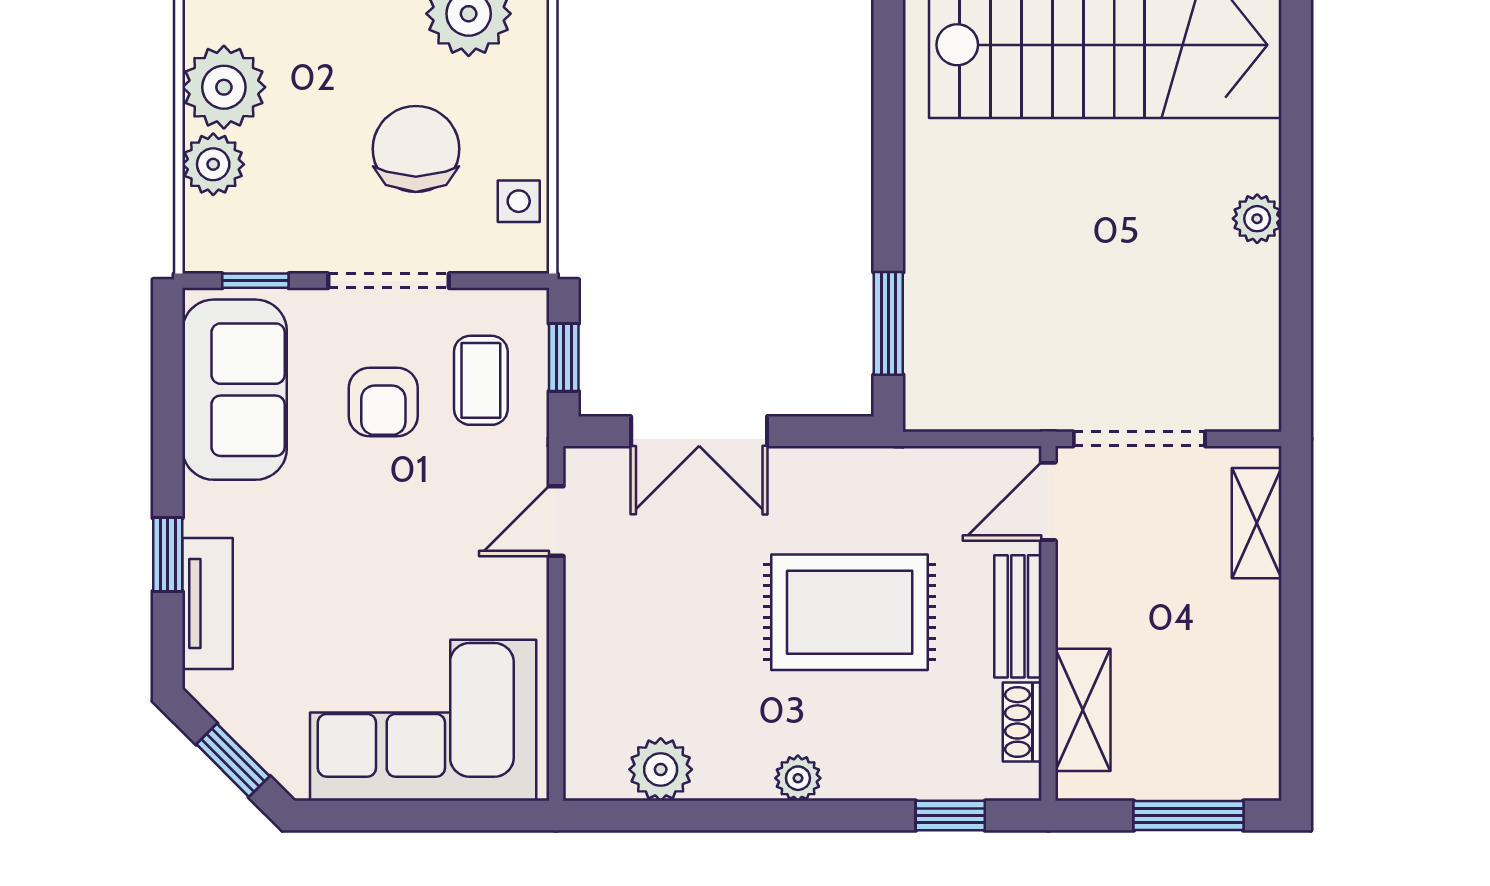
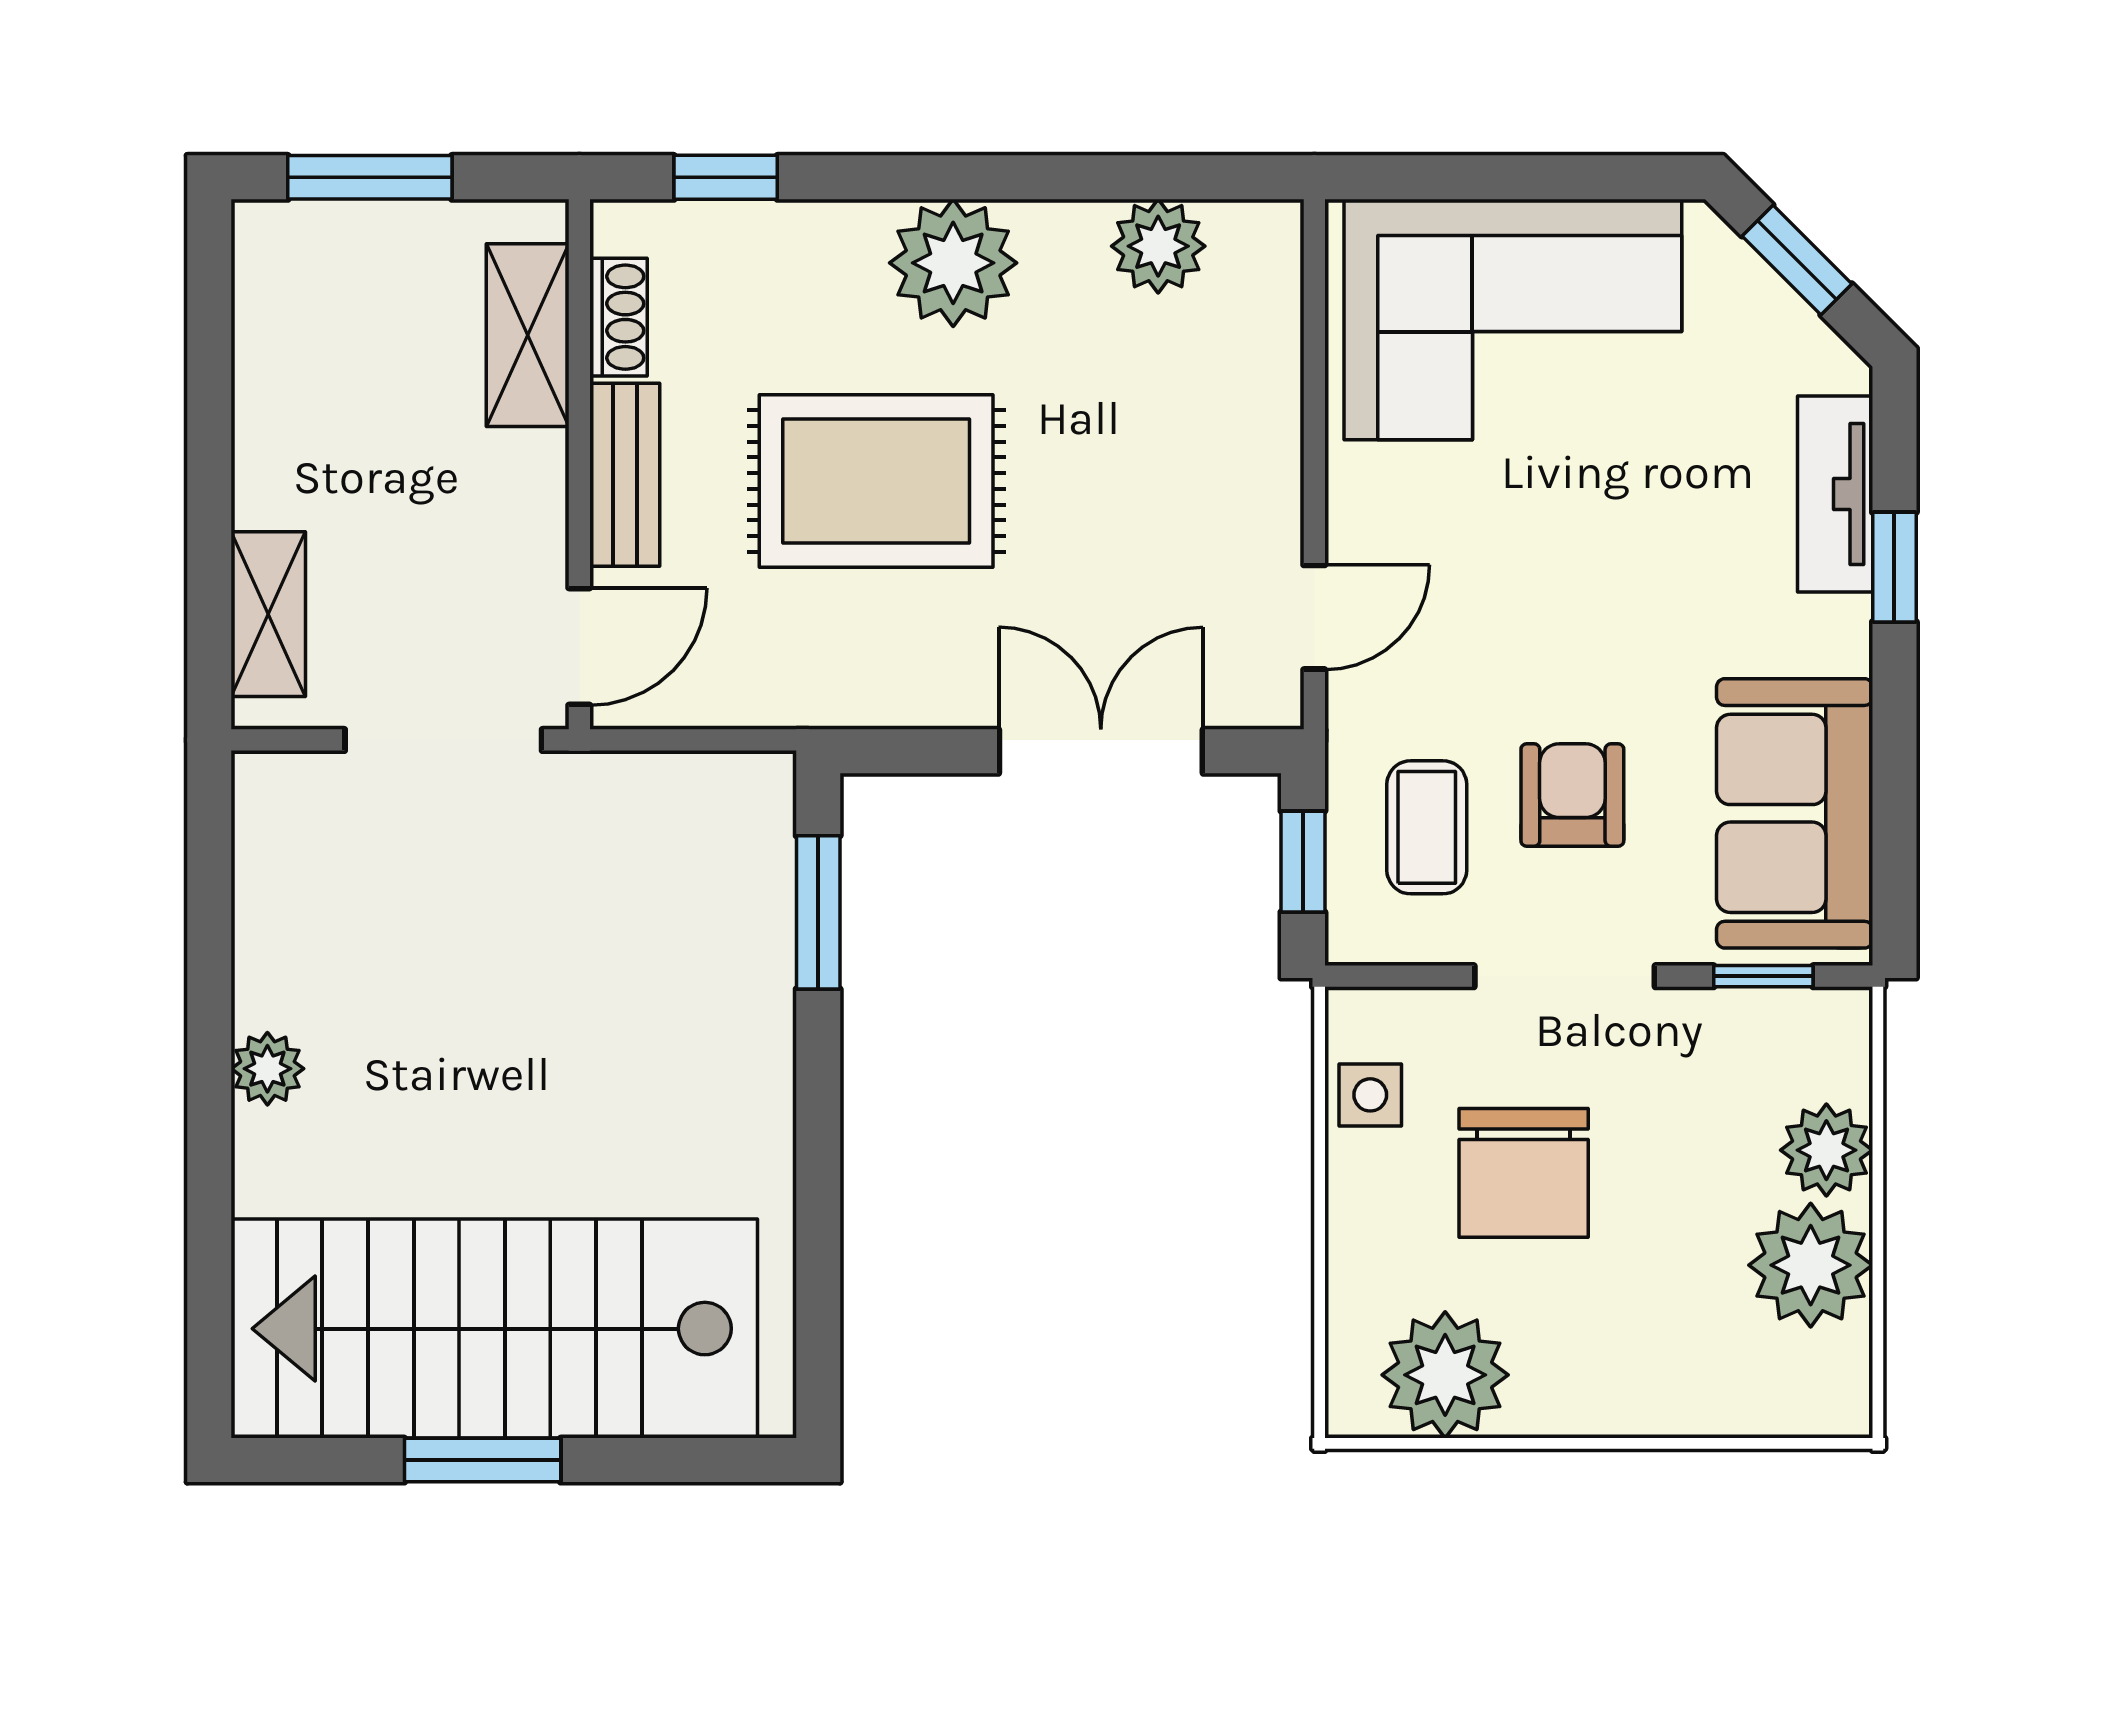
plant: (798, 778) -> (953, 263), width x1.88, depth x1.88

